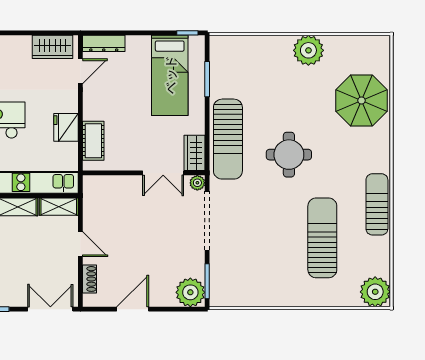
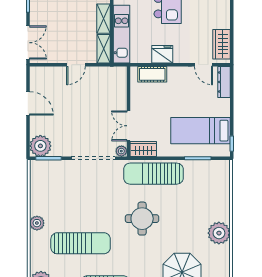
shoe rack: (90, 279) -> (50, 71), removed
plant: (295, 297) -> (37, 223), added

